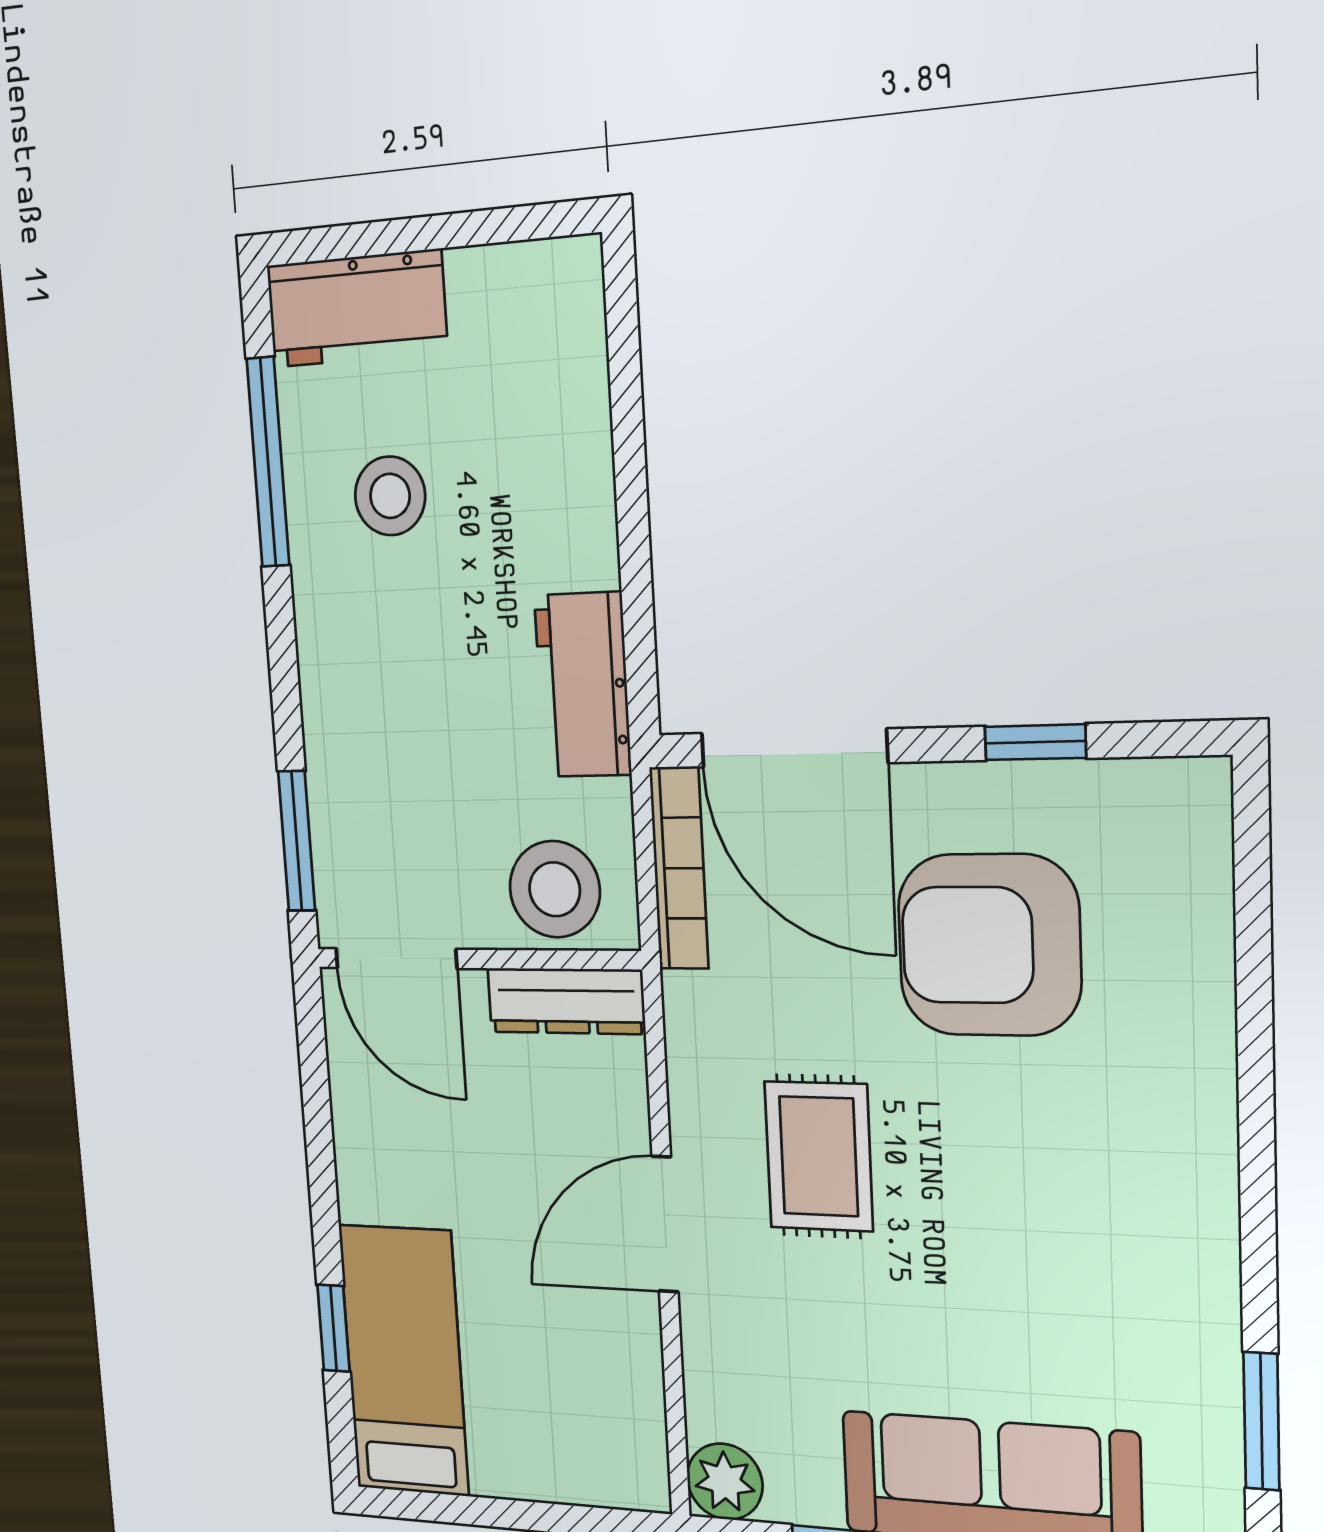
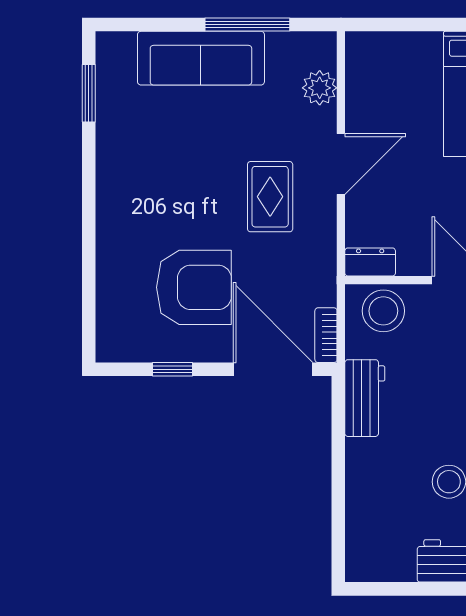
bookcase: (679, 868) -> (326, 335), width x0.64
dresser: (566, 1001) -> (370, 262), width x0.70
plant: (725, 1482) -> (320, 88), moved

